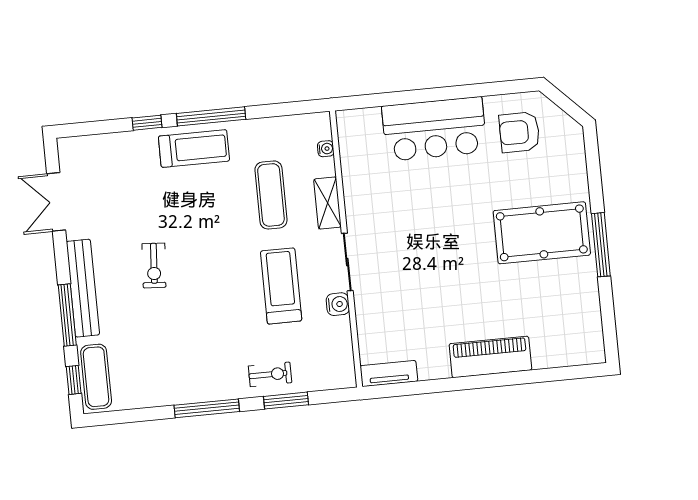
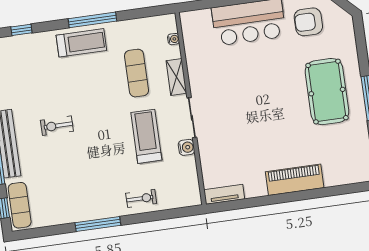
window: (147, 123) -> (21, 30), moved
pool table: (542, 233) -> (327, 92), turned 90
exercise bike: (154, 265) -> (57, 126), turned 86
window: (286, 401) -> (153, 216), removed

